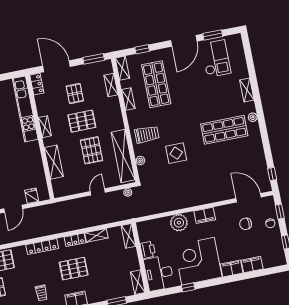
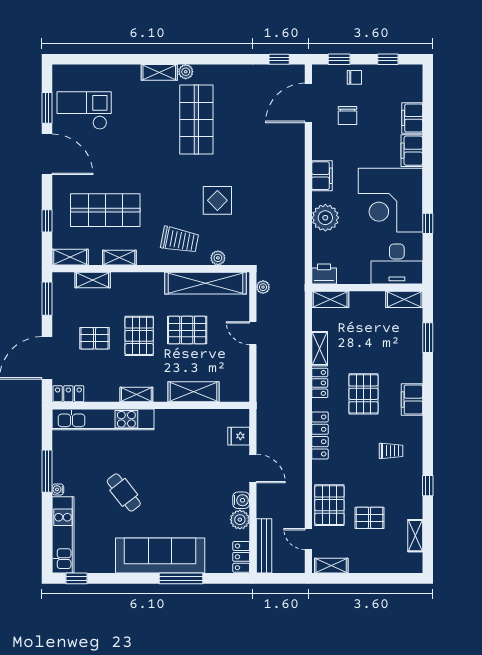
shelving: (247, 90) -> (159, 72), moved
trolley: (147, 134) -> (180, 240), turned 101
printer: (148, 250) -> (324, 274), moved

